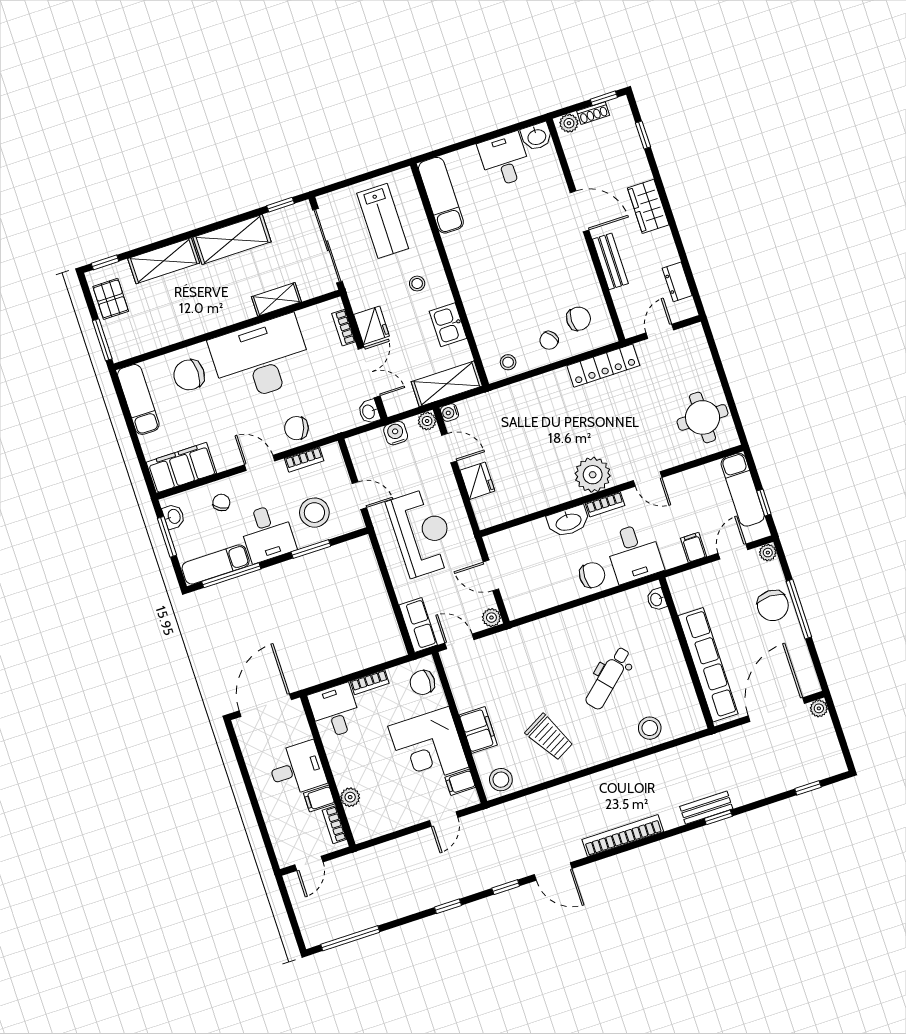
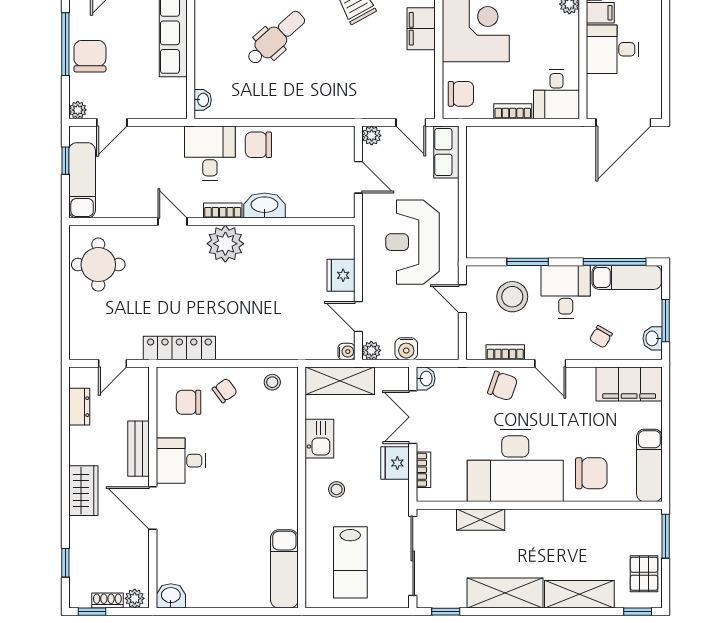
desk: (504, 160) -> (181, 461), moved, turned 90
lab bench: (383, 221) -> (350, 562), turned 180
filing cabinet: (694, 547) -> (149, 139), removed

